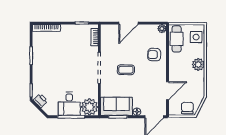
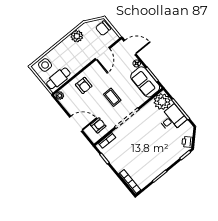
armchair: (112, 40) -> (98, 125), added
plant: (198, 64) -> (77, 36), moved
door: (168, 91) -> (102, 54), swing flipped

